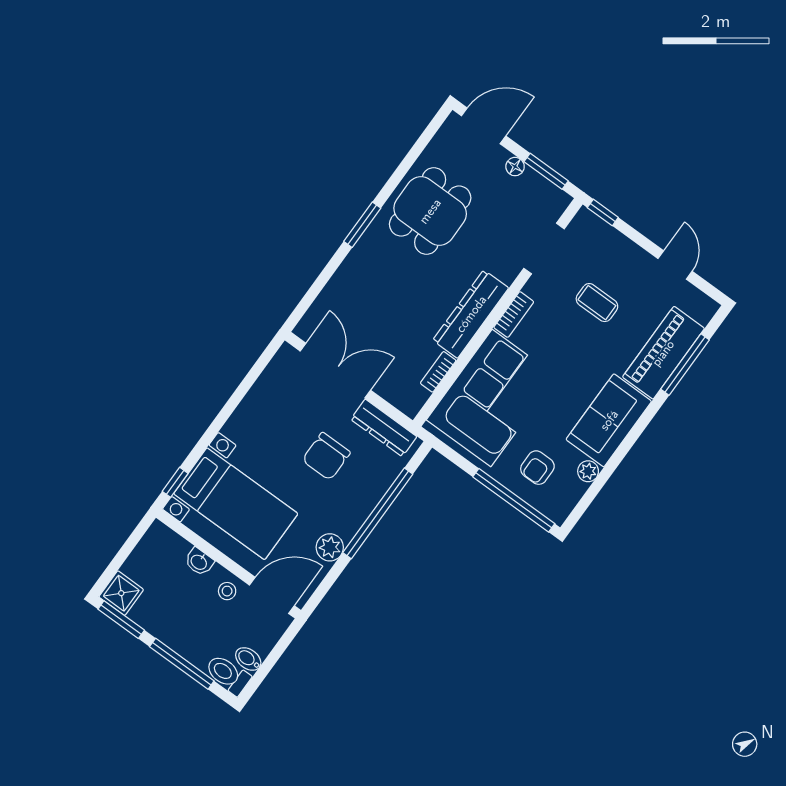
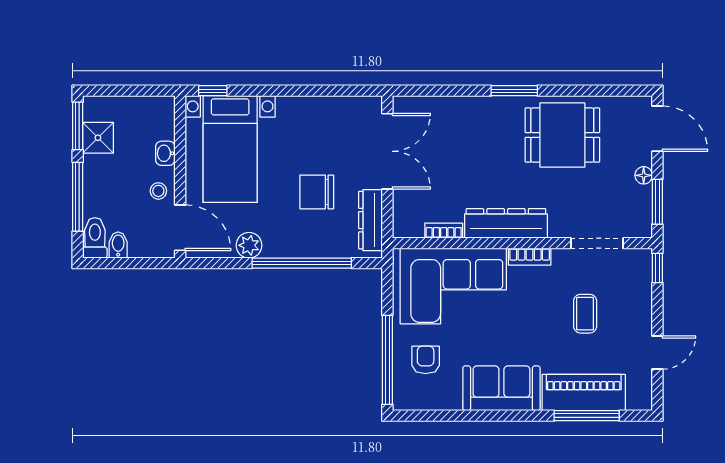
armchair: (537, 468) -> (426, 360), turned 90
plant: (588, 471) -> (451, 401), removed
shower: (121, 593) -> (98, 138), moved

